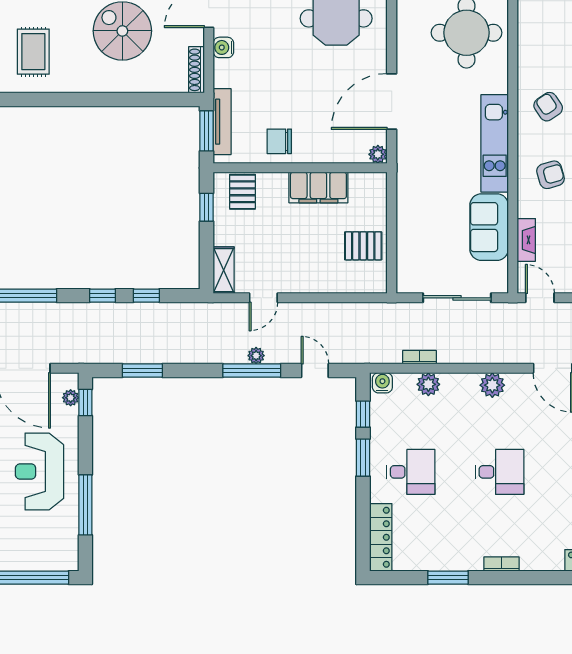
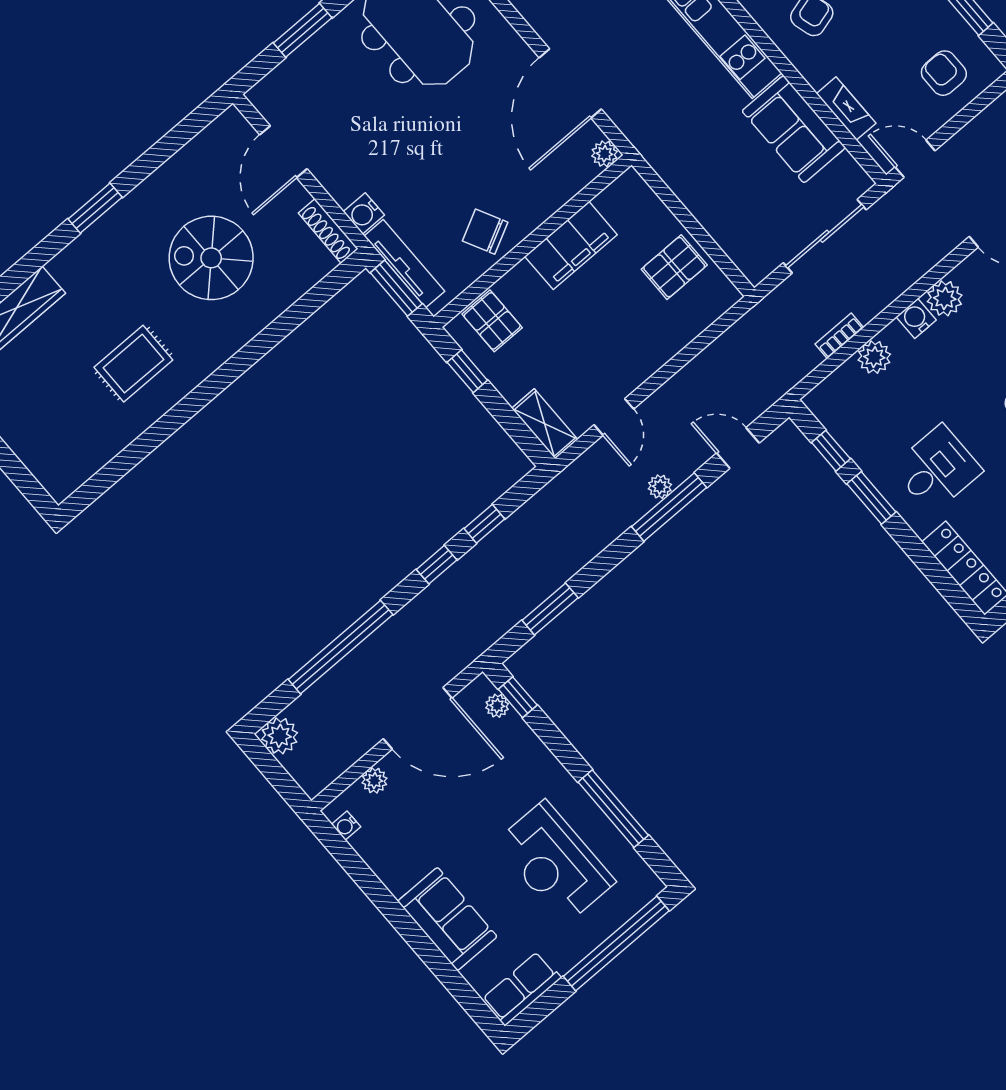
water cooler: (223, 47) -> (364, 213), moved
rug: (33, 52) -> (133, 364), turned 90
chair: (279, 141) -> (485, 232), turned 63
water cooler: (382, 383) -> (916, 318), moved
reception desk: (40, 472) -> (555, 862), moved

